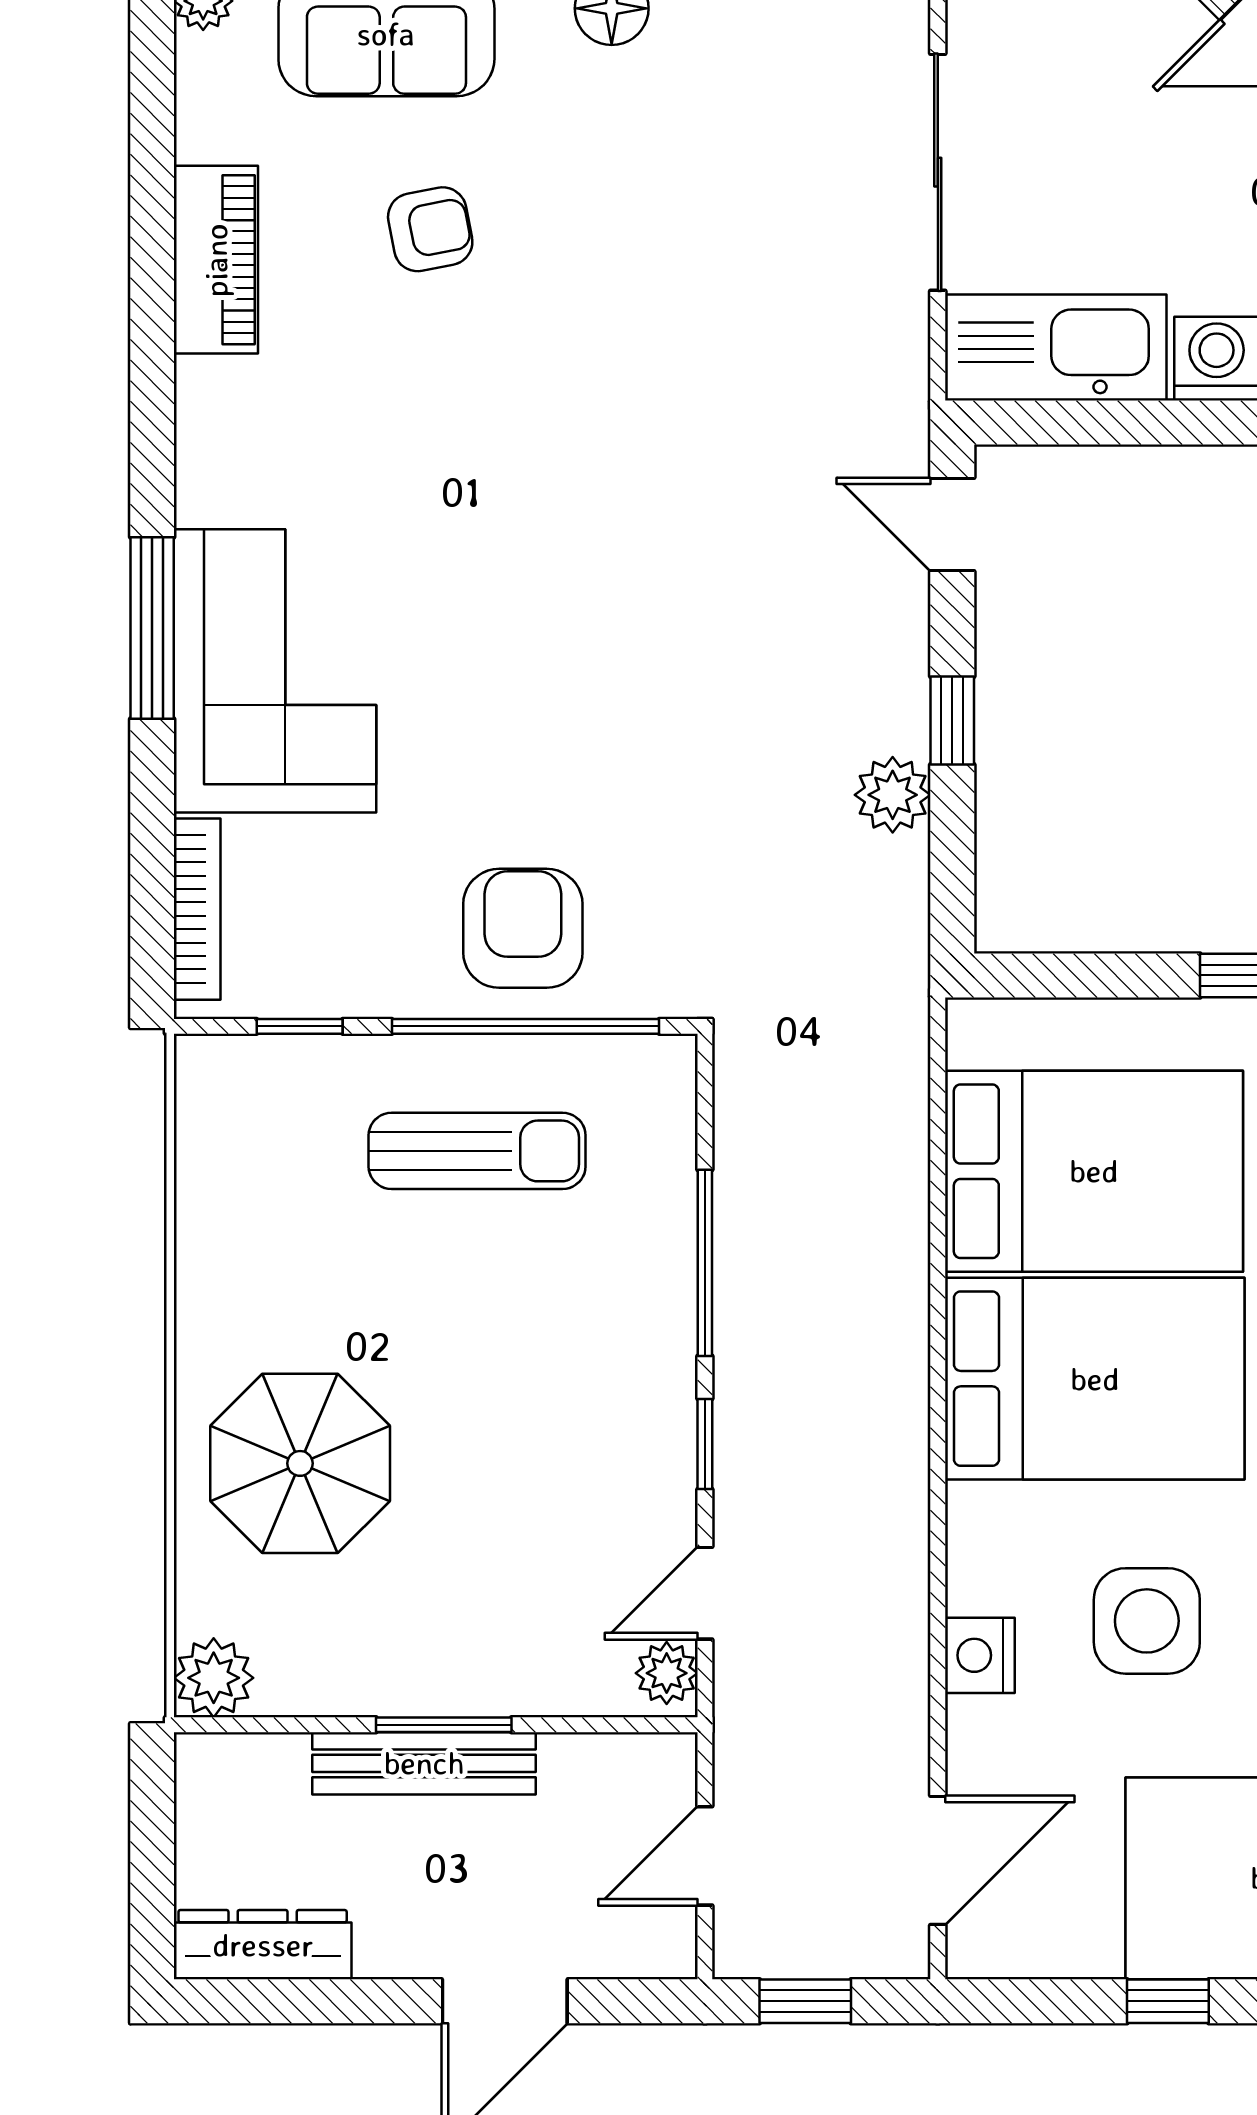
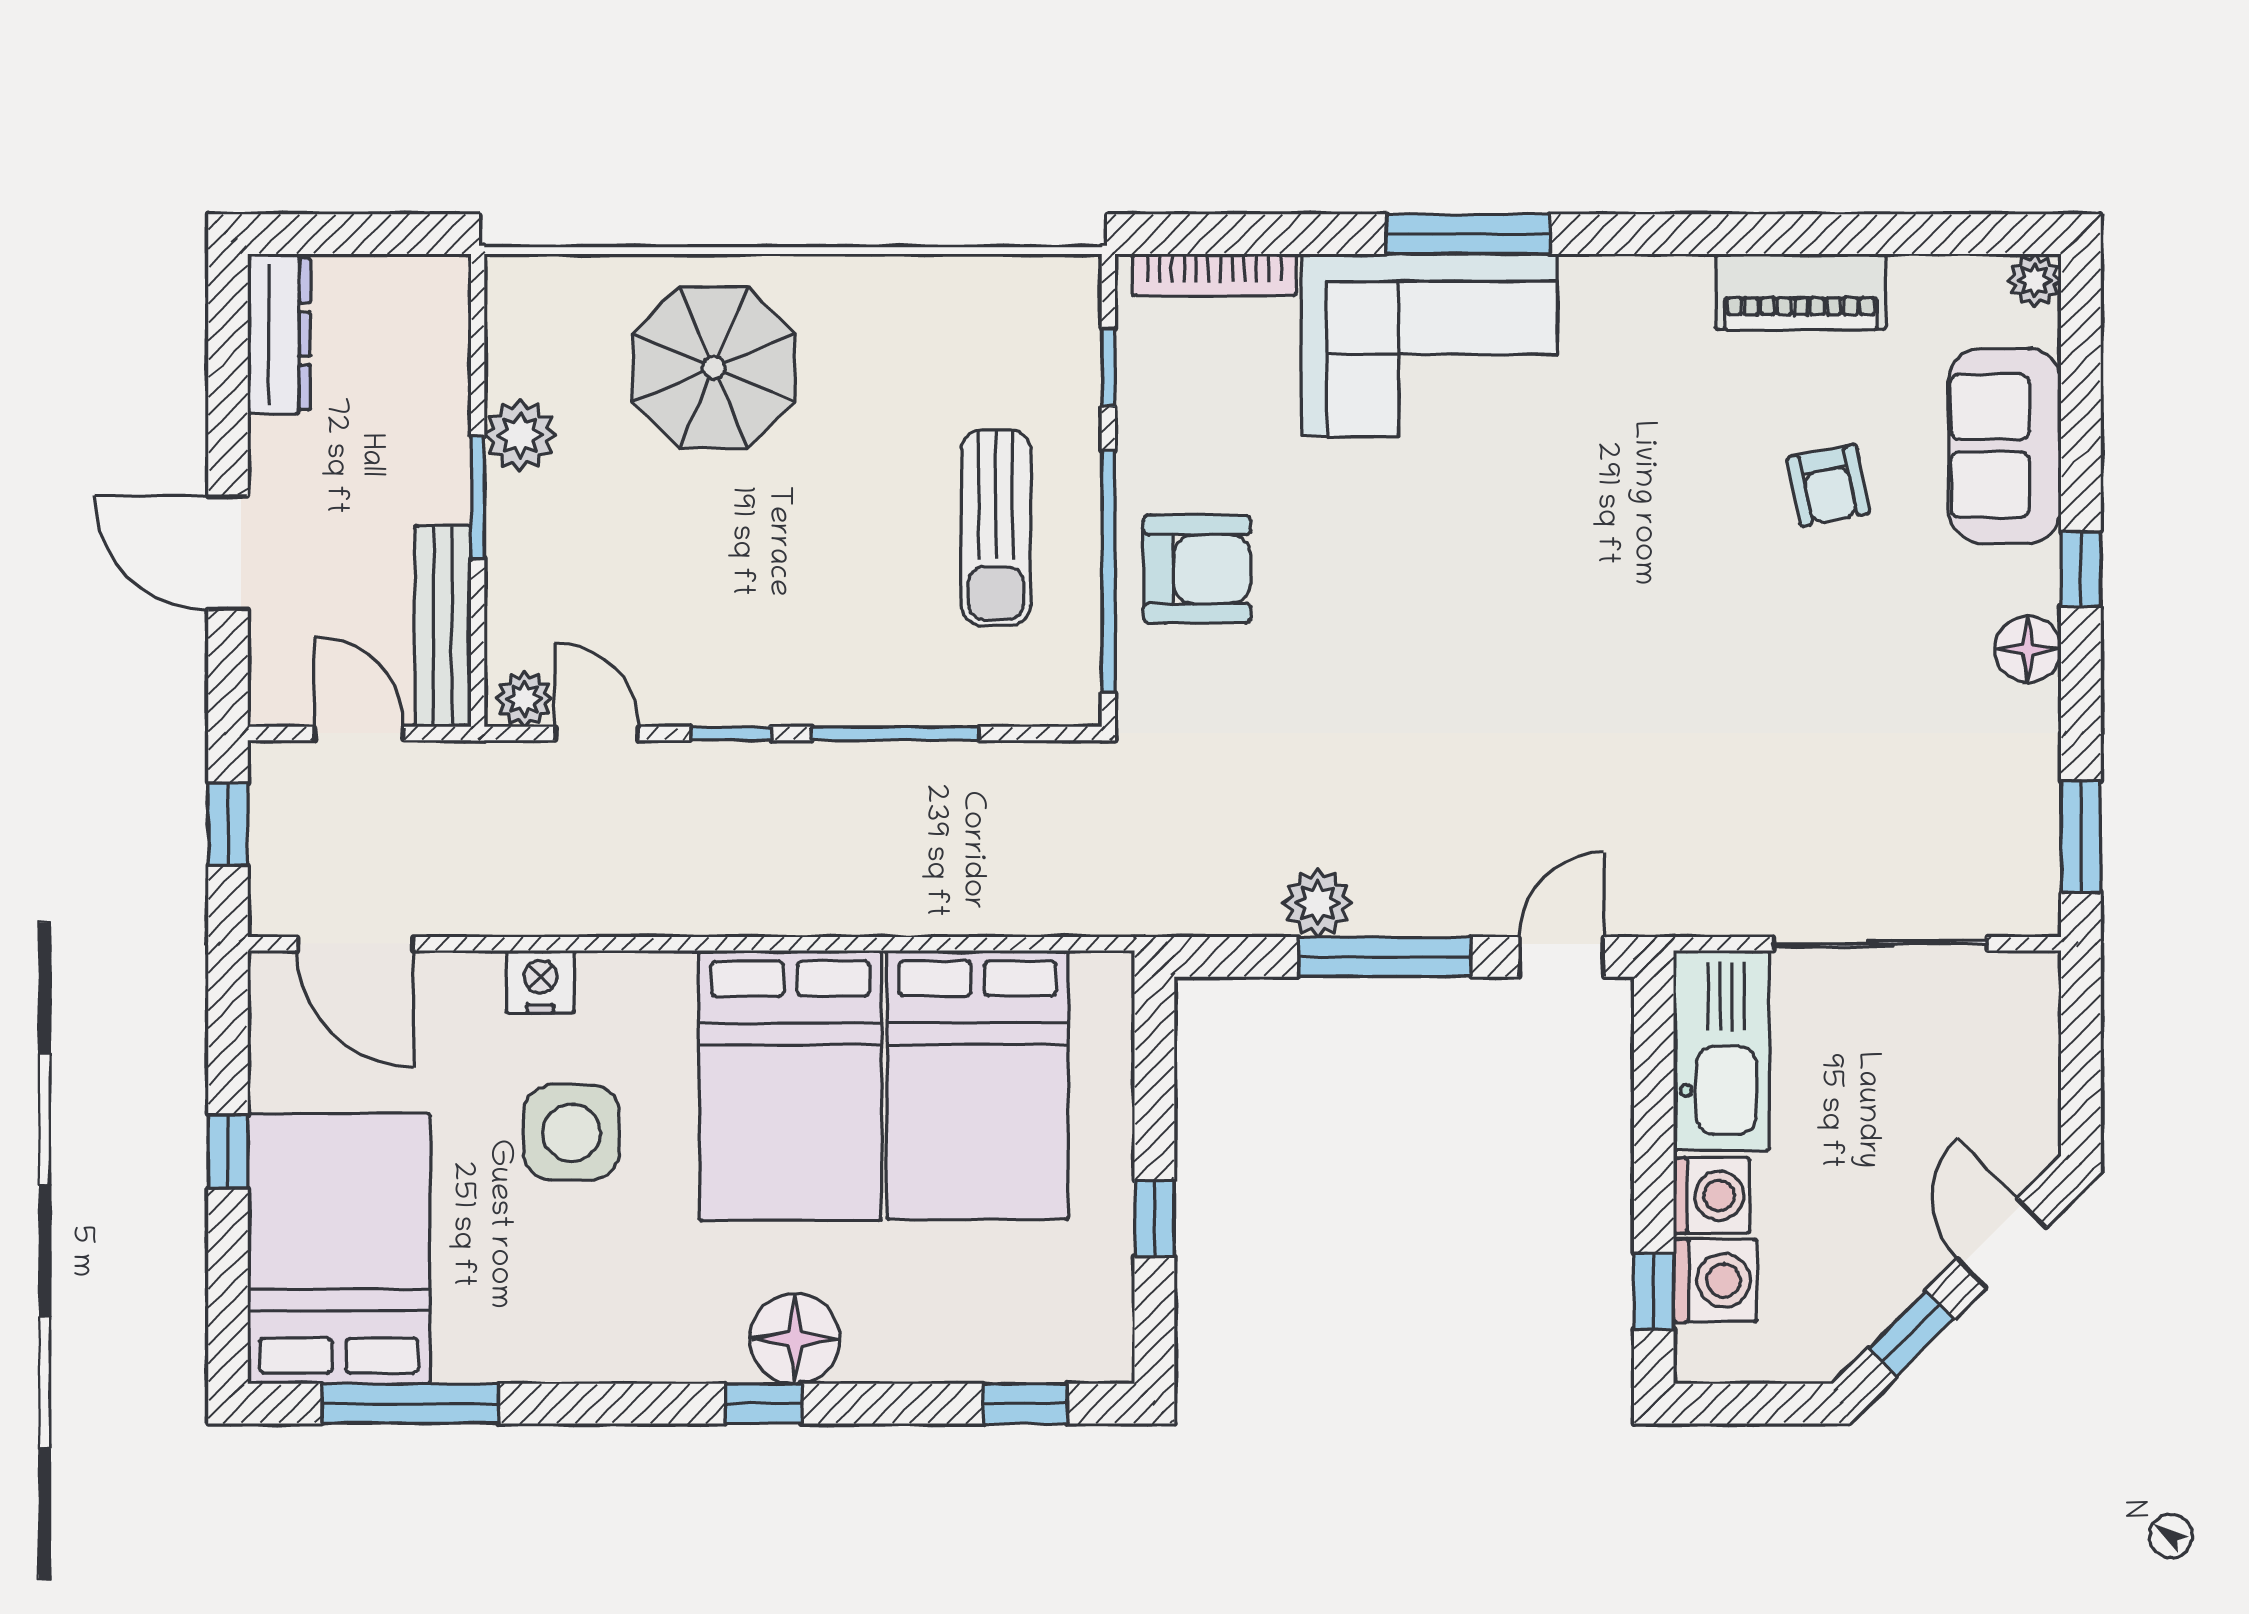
window: (952, 721) -> (1385, 957), width x2.17
plant: (214, 1678) -> (520, 435), moved
bench: (424, 1763) -> (443, 626), moved

